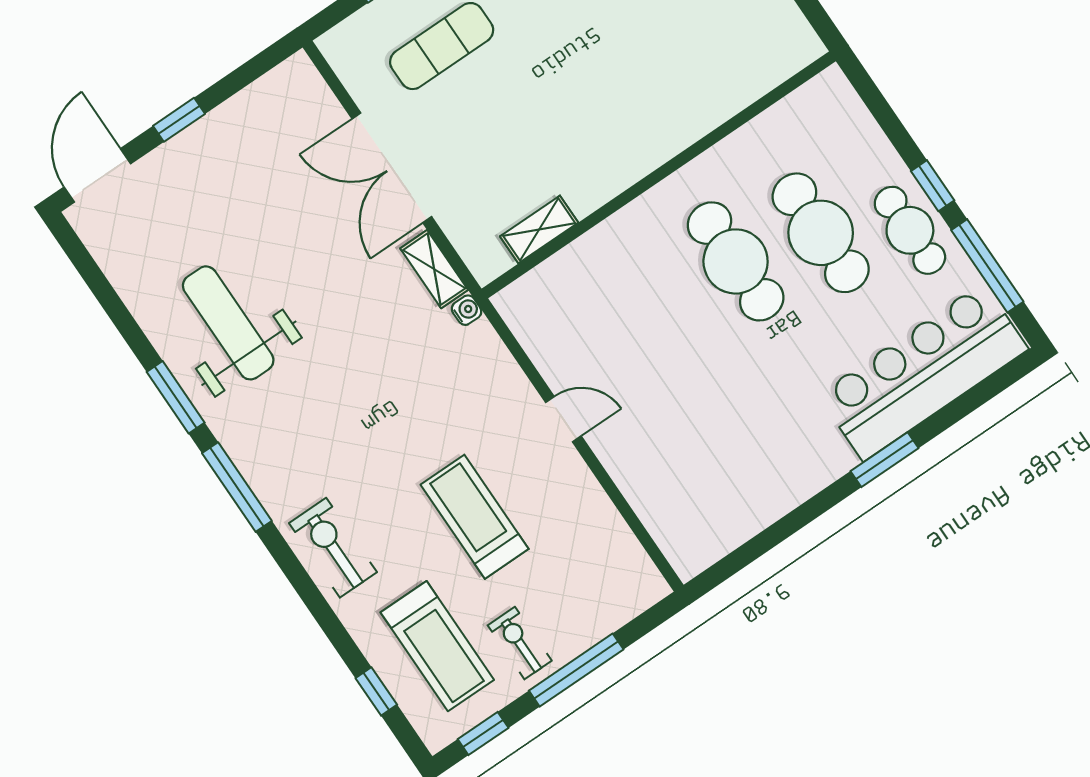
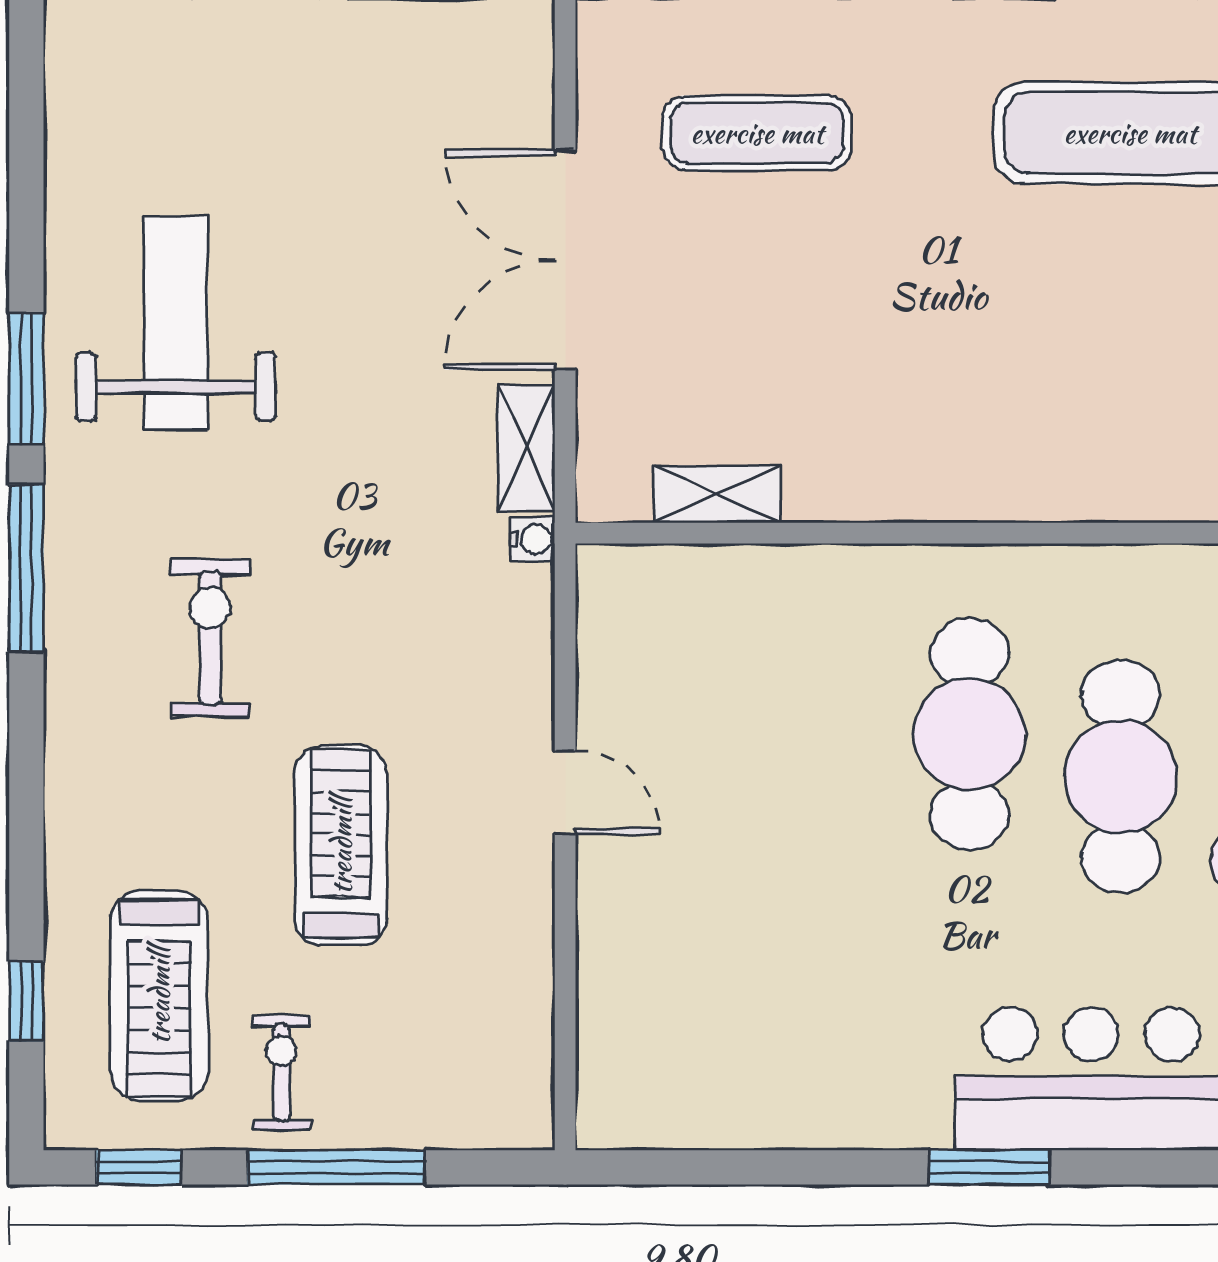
exercise bike: (333, 548) -> (210, 638), moved

